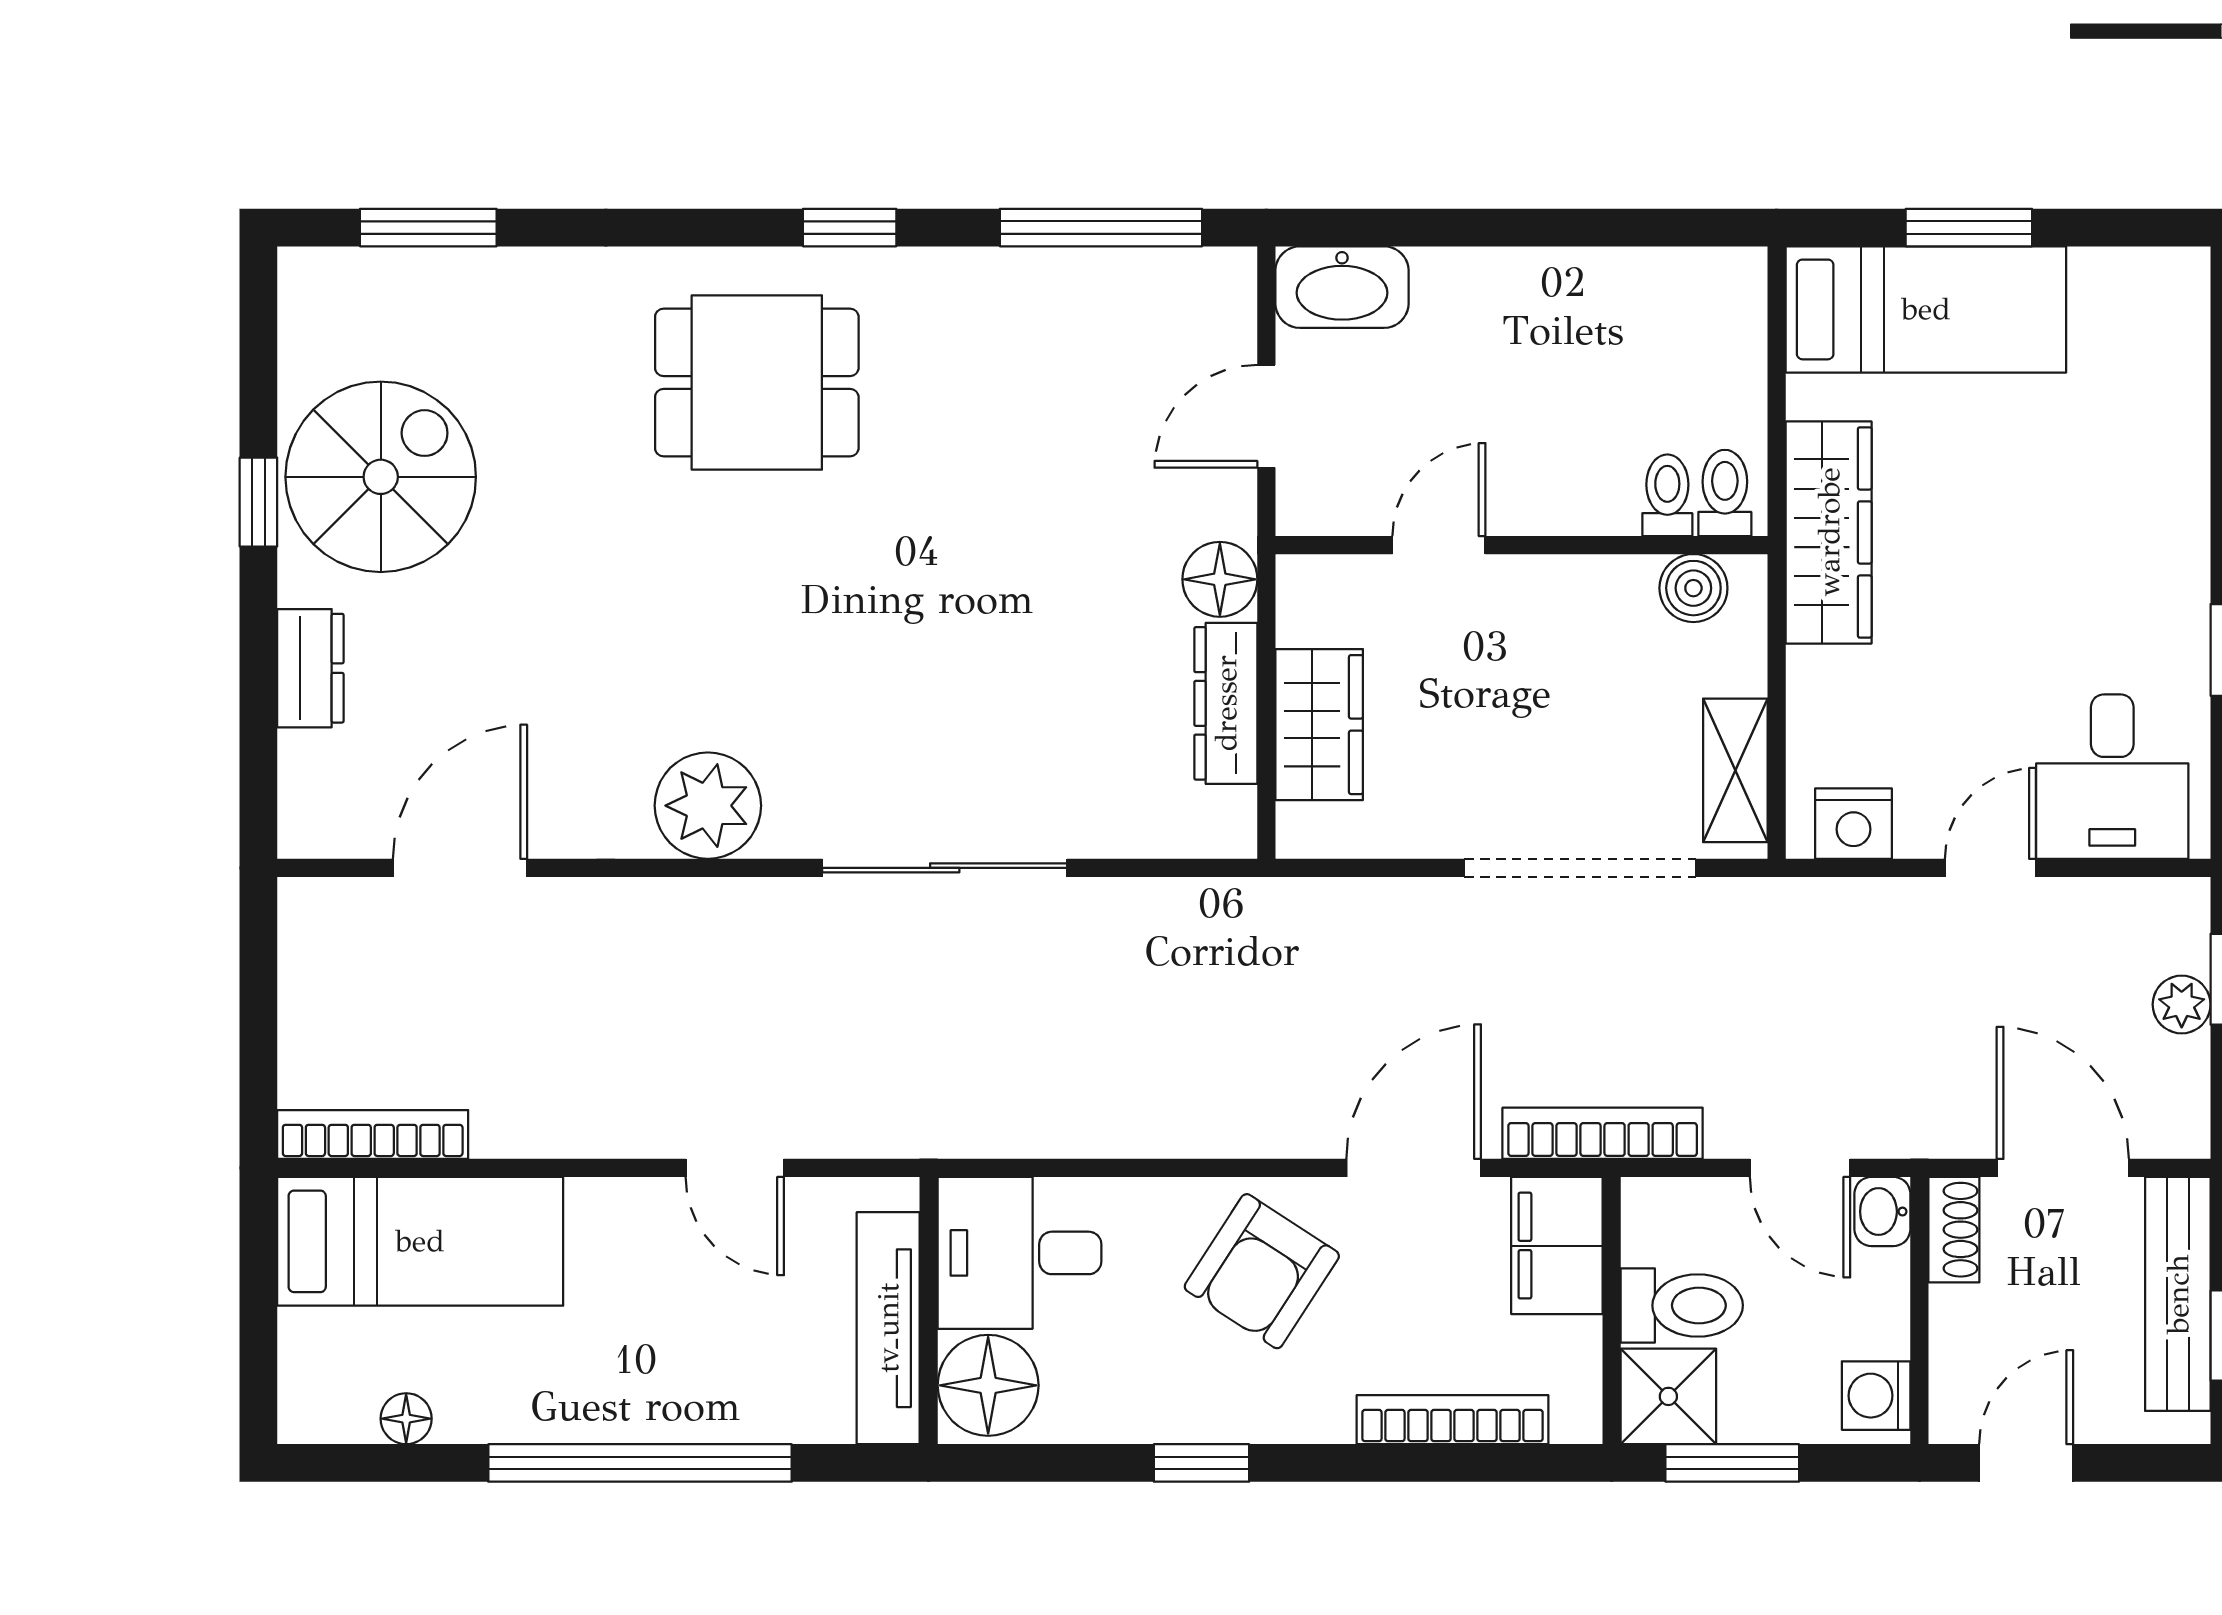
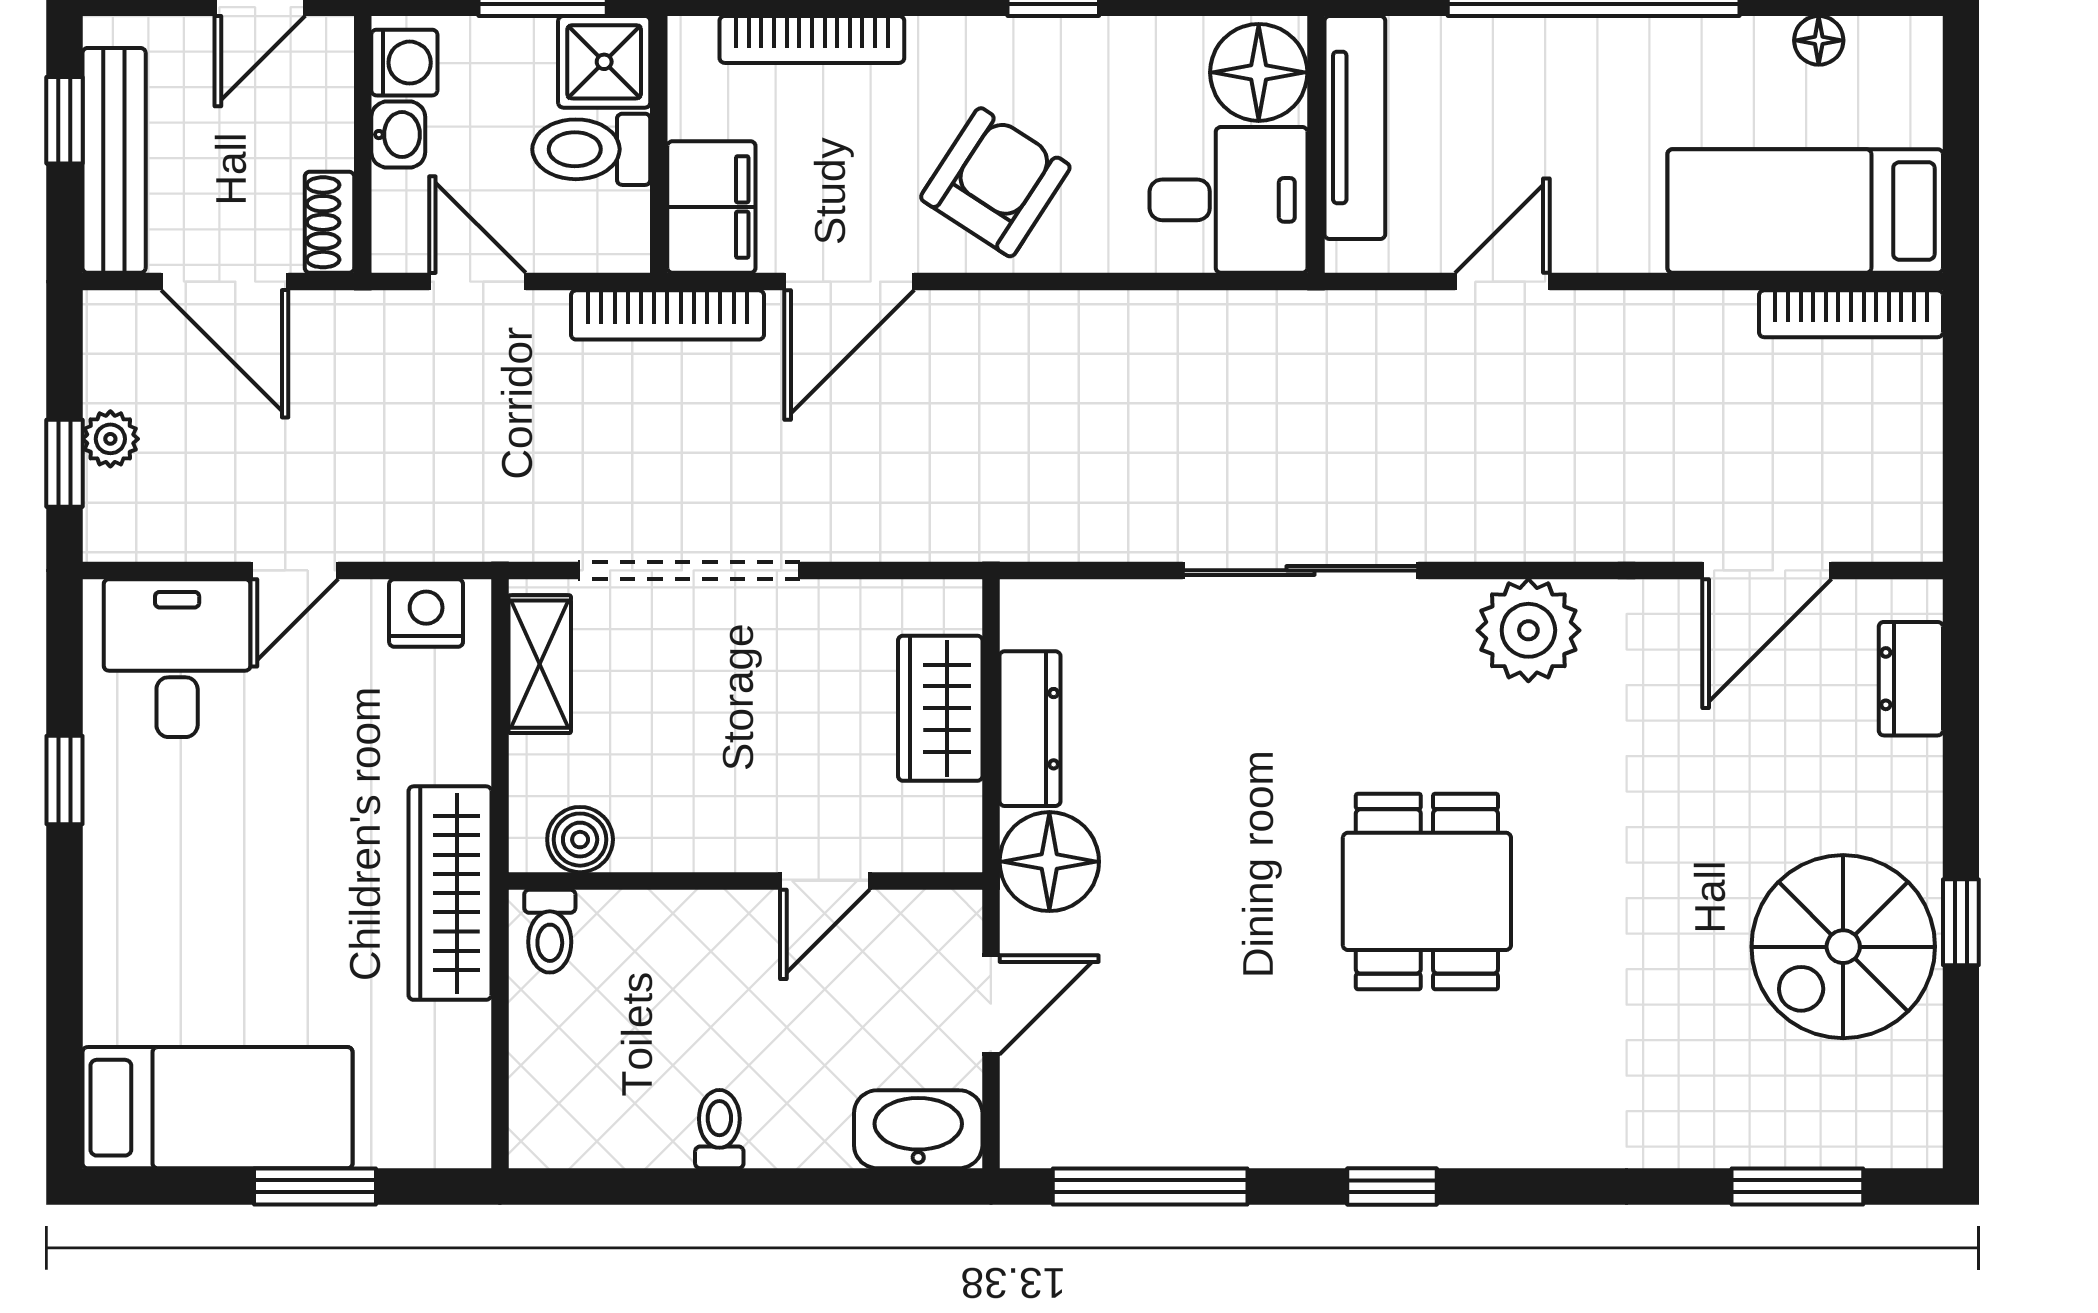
bed: (1926, 309) -> (217, 1108), moved, turned 180
dining table: (757, 382) -> (1427, 891), moved, turned 90
toilet: (1667, 495) -> (719, 1129), moved, turned 180
floor lamp: (1220, 579) -> (1049, 862), width x1.38, depth x1.38
dresser: (310, 668) -> (1911, 679), moved
door: (735, 1168) -> (1502, 282), hinge flipped
washbasin: (1882, 1212) -> (398, 135), moved

